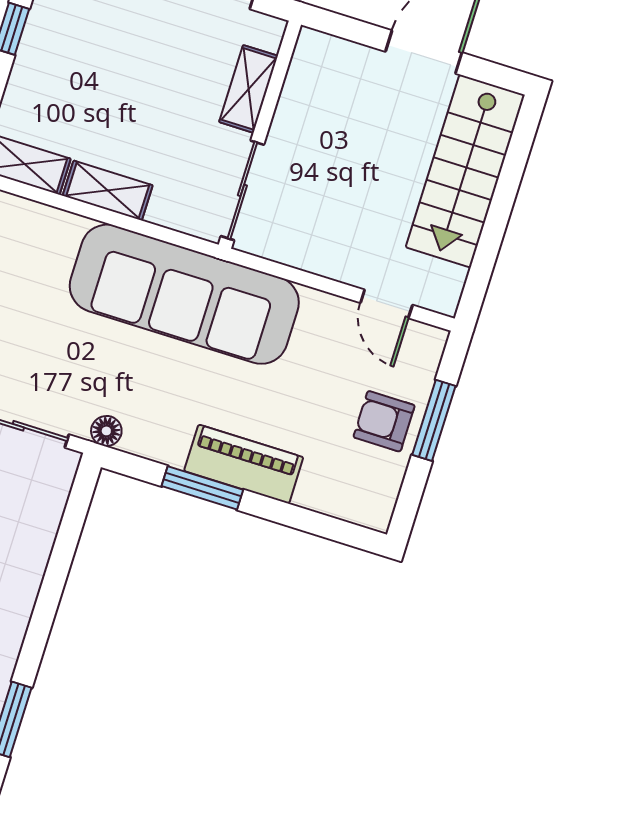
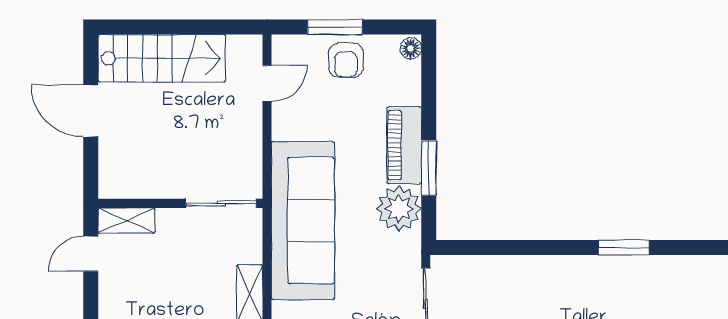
shelving: (249, 89) -> (126, 221), moved
plant: (160, 430) -> (399, 209), added
floor lamp: (106, 431) -> (411, 48), moved

